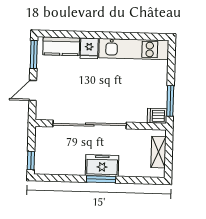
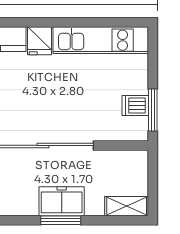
dishwasher: (157, 116) -> (135, 105), moved
shelving: (158, 152) -> (127, 206), moved, turned 90

